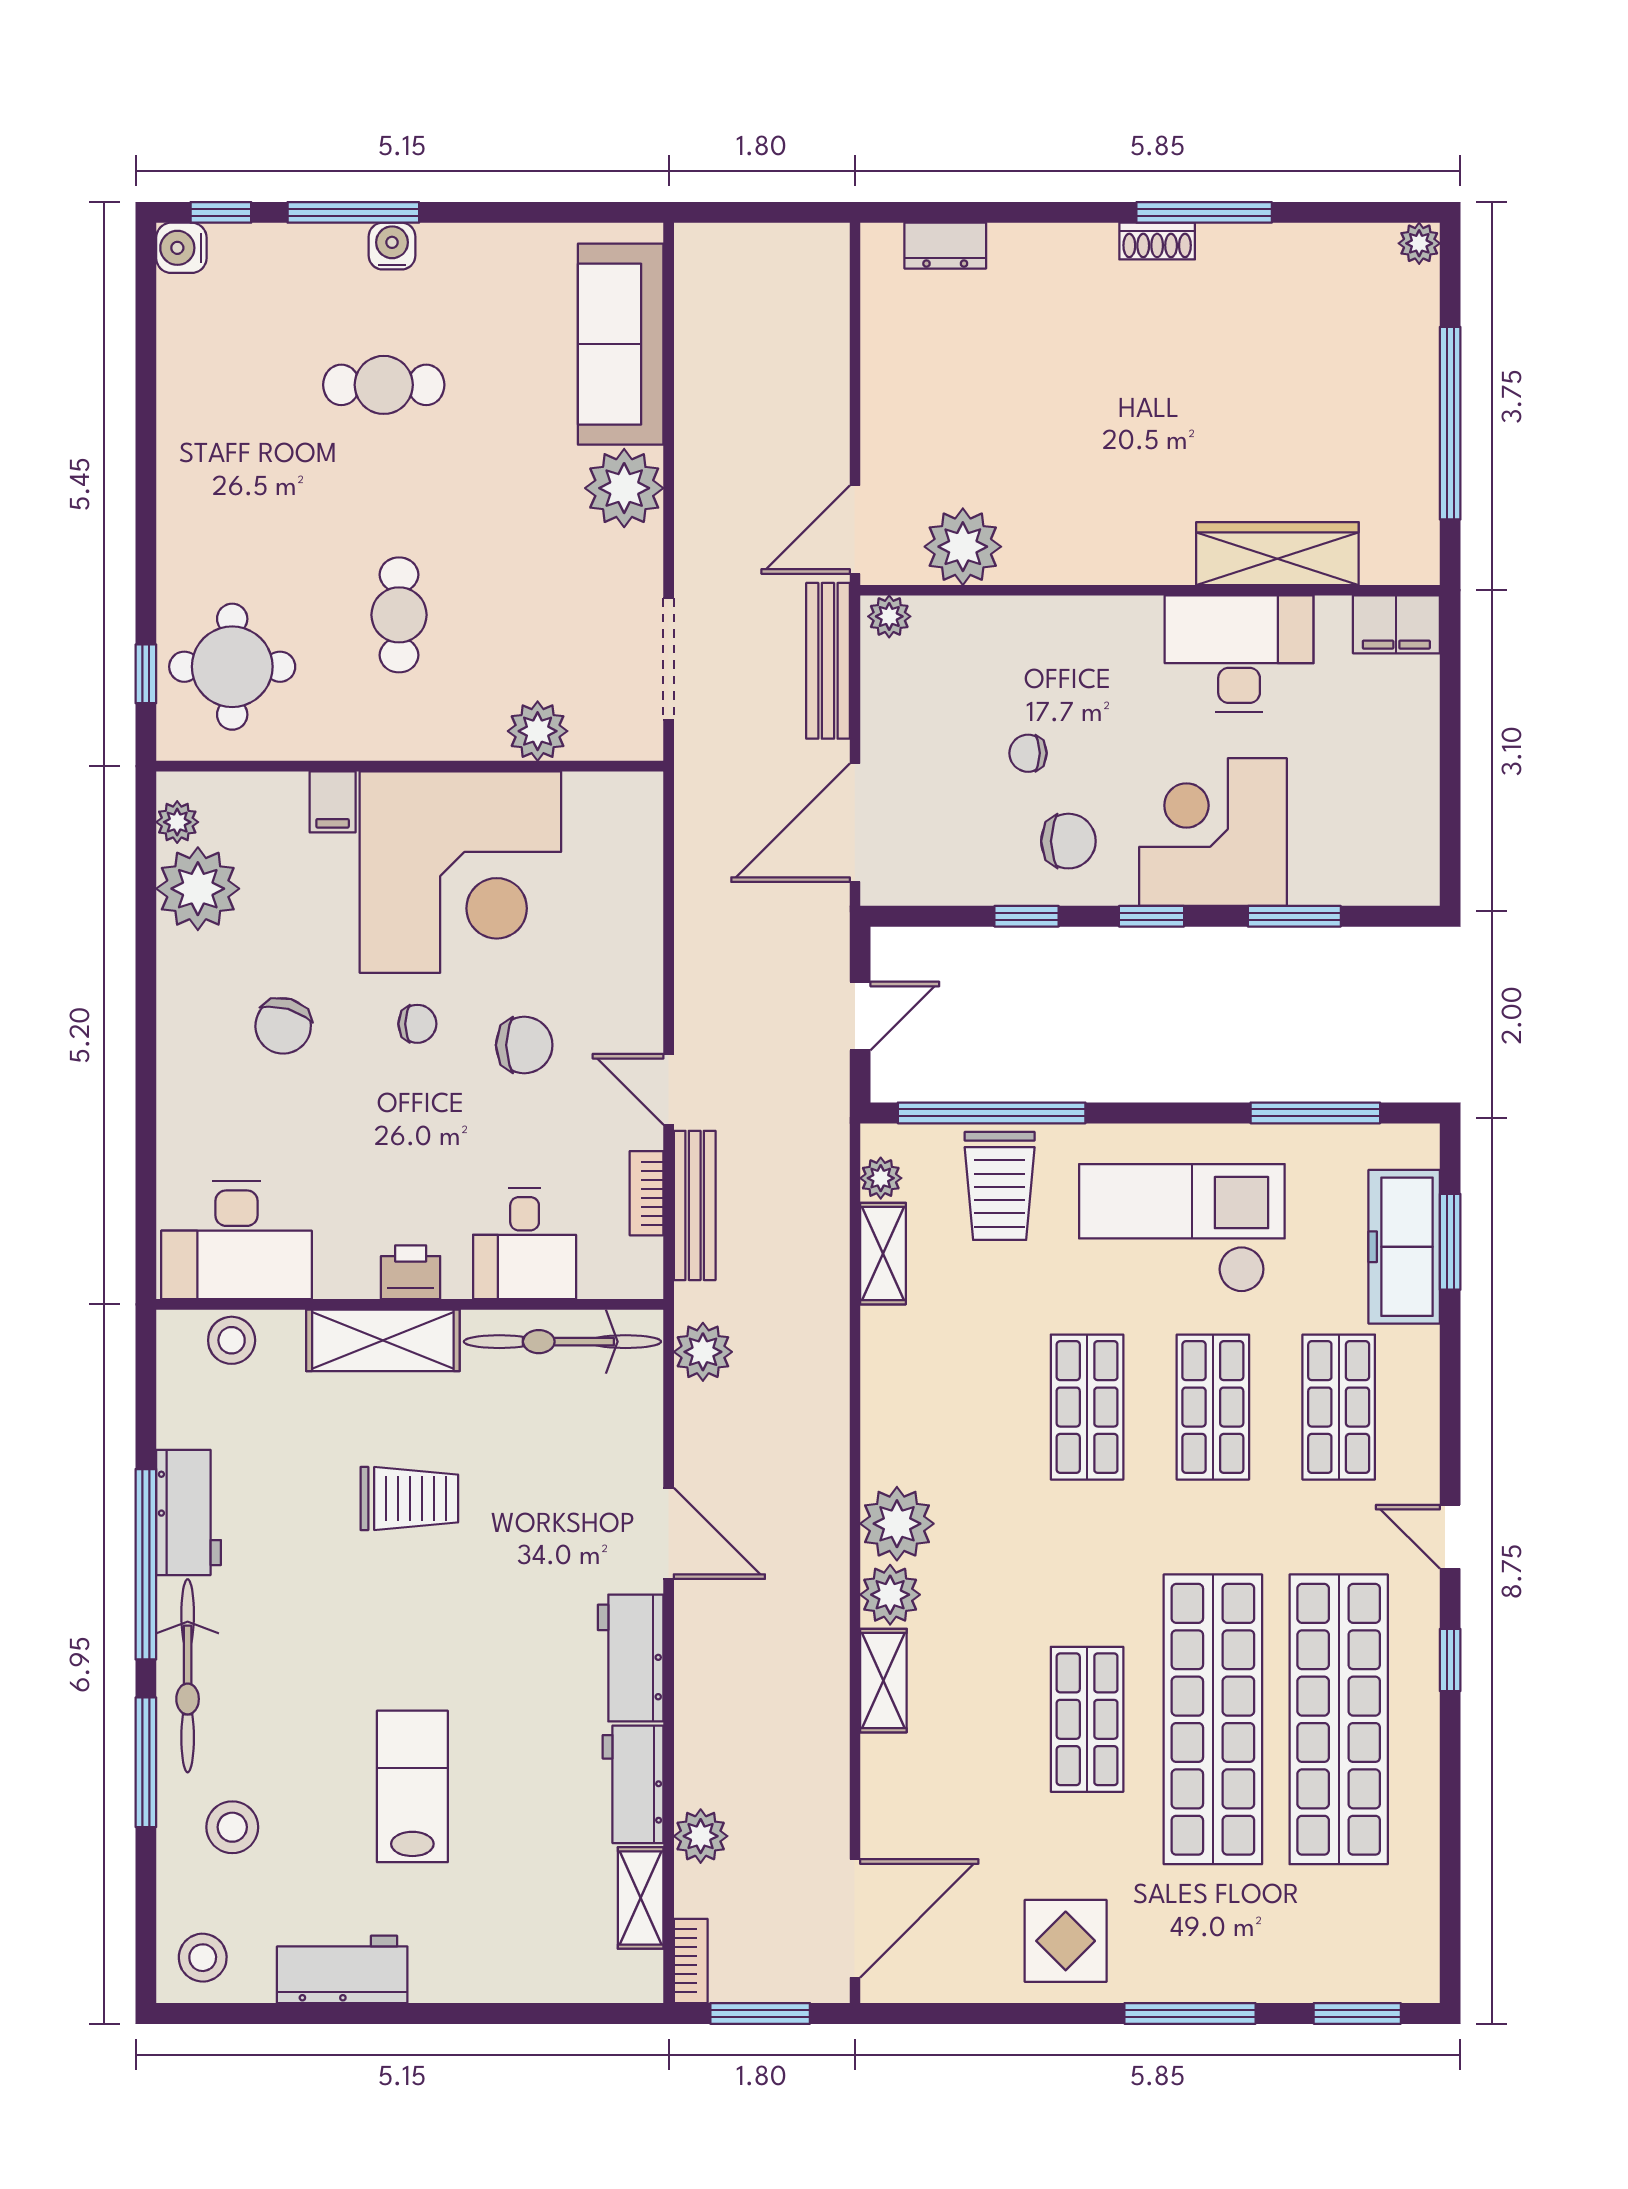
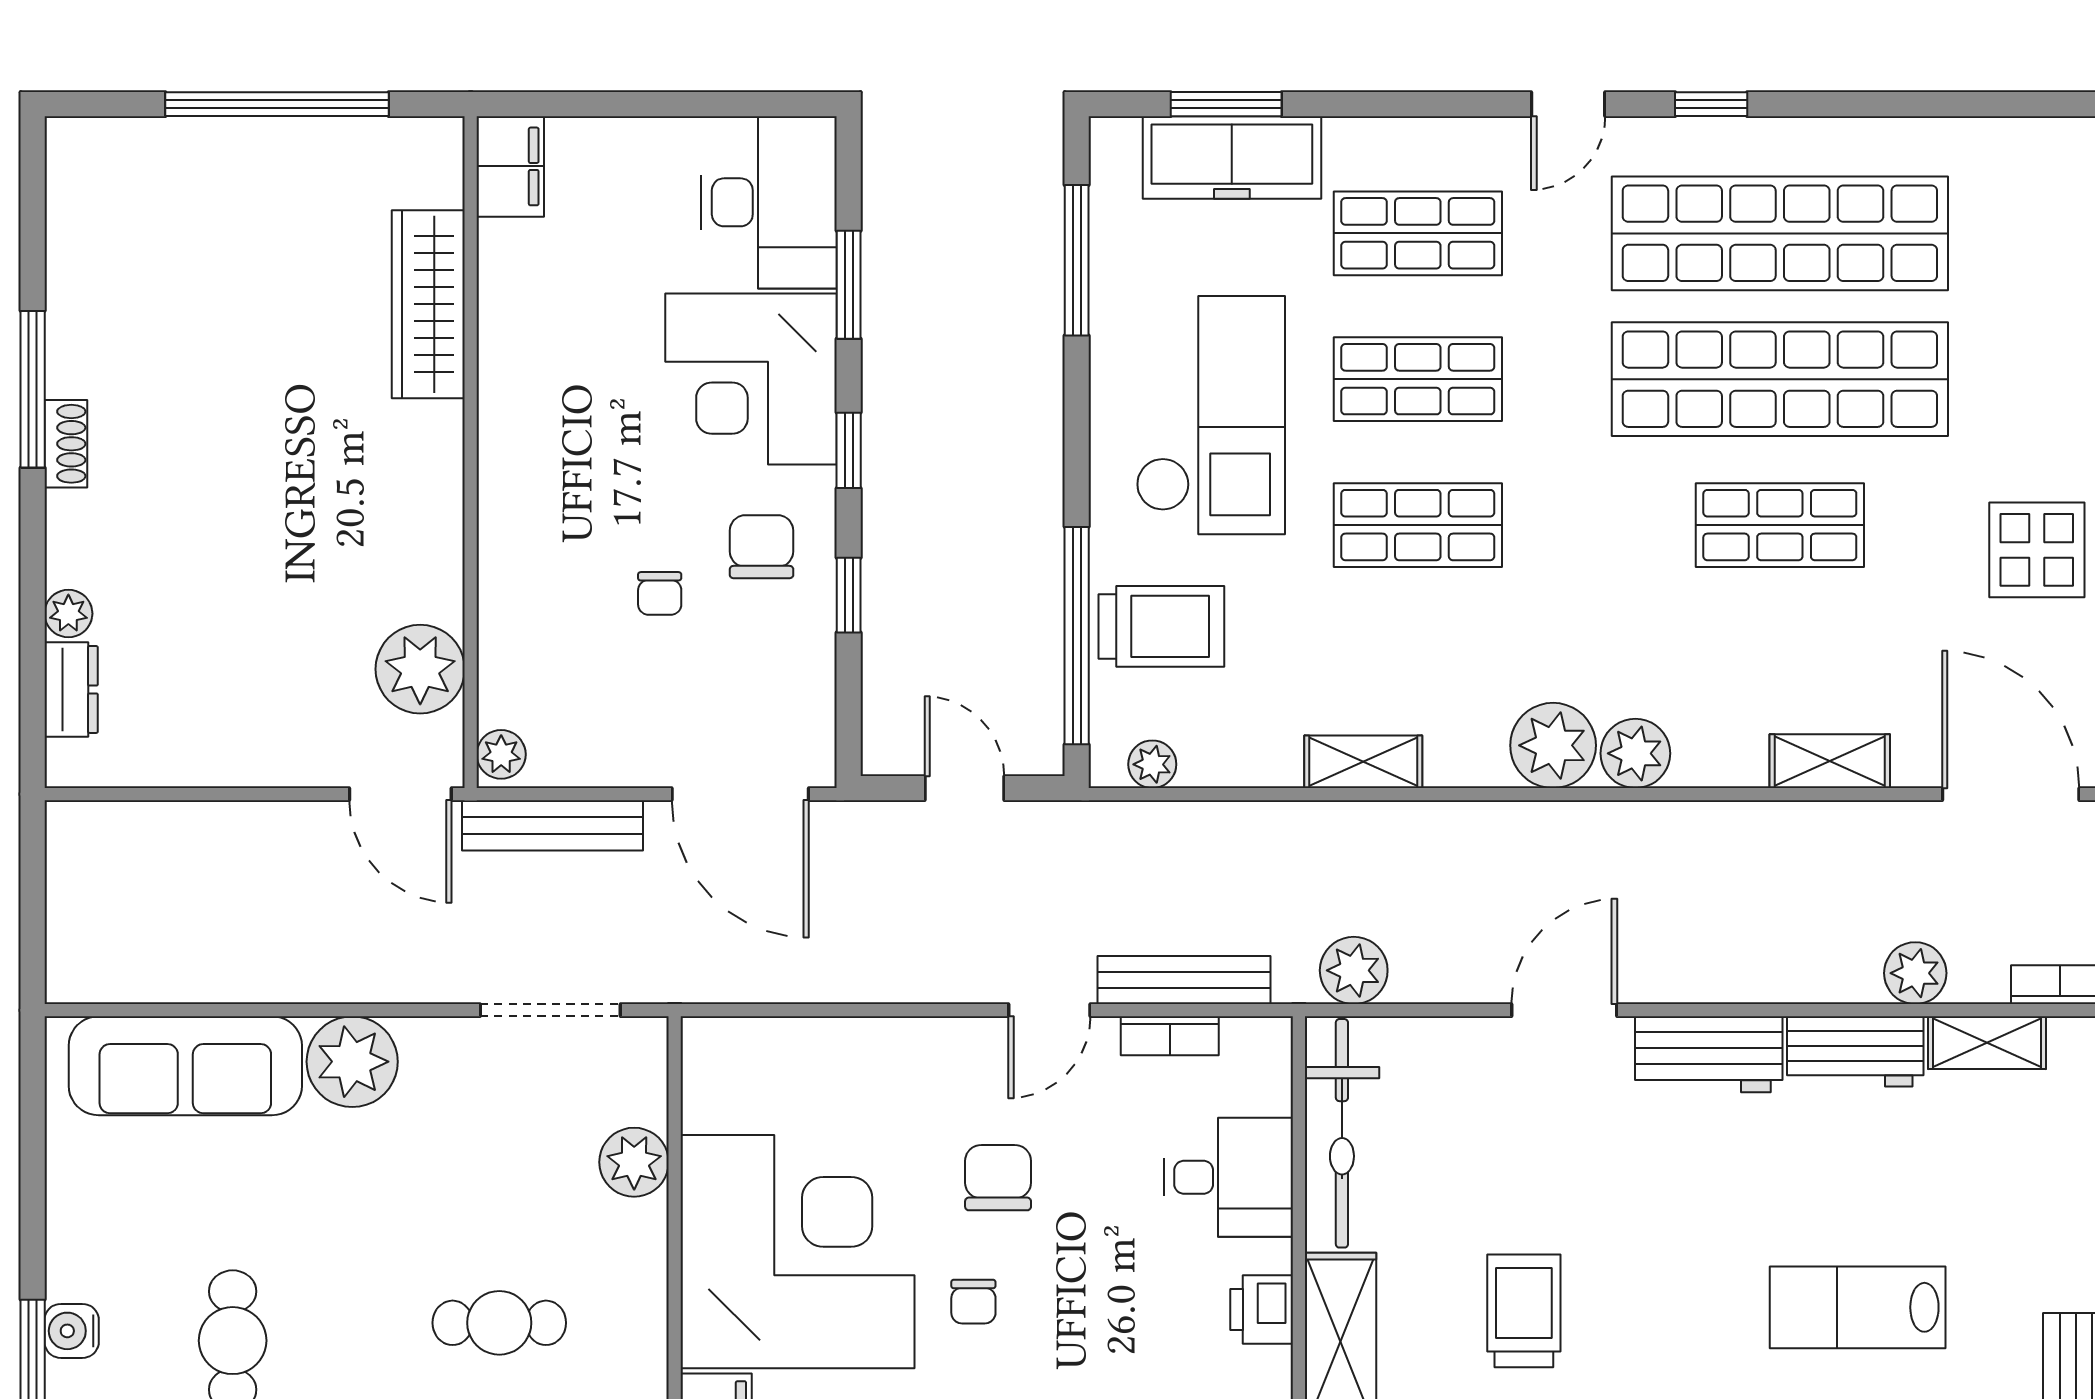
plant: (1419, 243) -> (68, 614), moved
desk: (1239, 654) -> (769, 202), moved, turned 180
chair: (417, 1024) -> (973, 1302), turned 180
checkout: (1182, 1228) -> (1210, 415), turned 180
shelving: (883, 1254) -> (1363, 762), moved
shelving: (883, 1681) -> (1830, 761), moved

